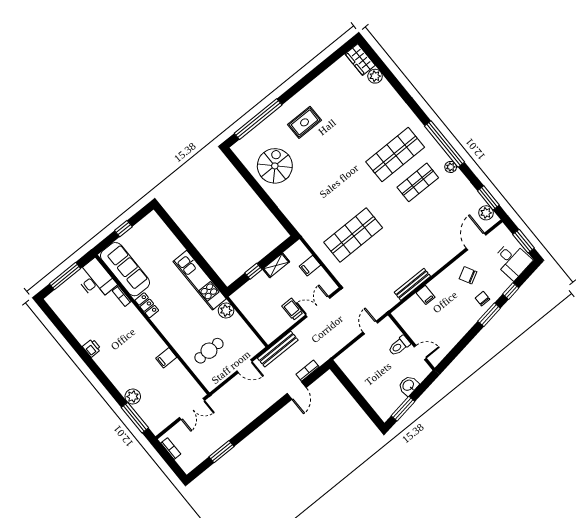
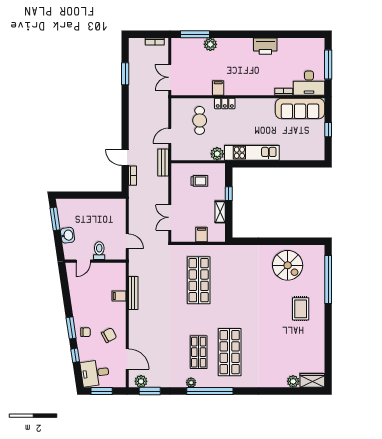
locker: (147, 305) -> (225, 103), moved
double door: (318, 307) -> (170, 217), swing flipped
trolley: (292, 309) -> (199, 181), moved
printer: (92, 348) -> (265, 46), width x1.87, depth x1.48
bench: (278, 349) -> (163, 163), width x0.73

